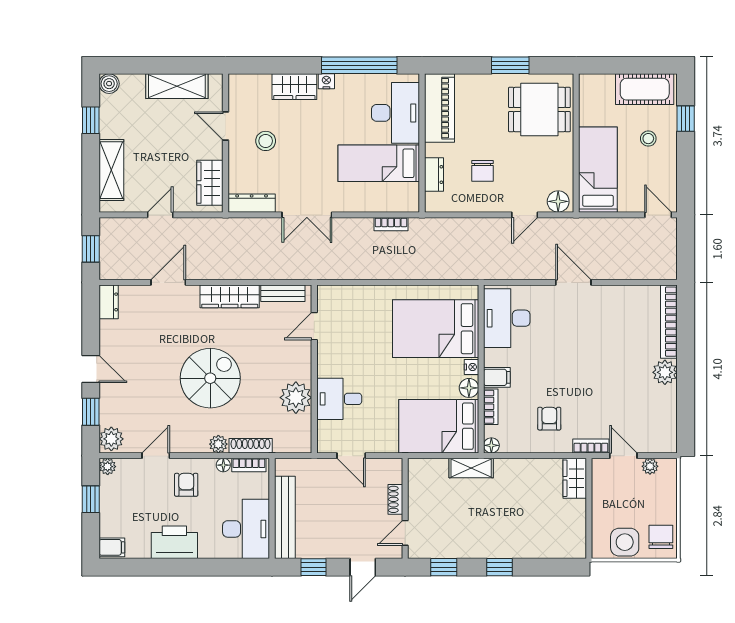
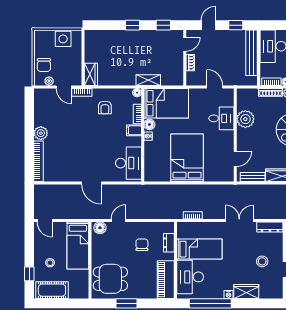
bed: (436, 329) -> (187, 158), moved, turned -90
chair: (661, 537) -> (44, 65), moved

